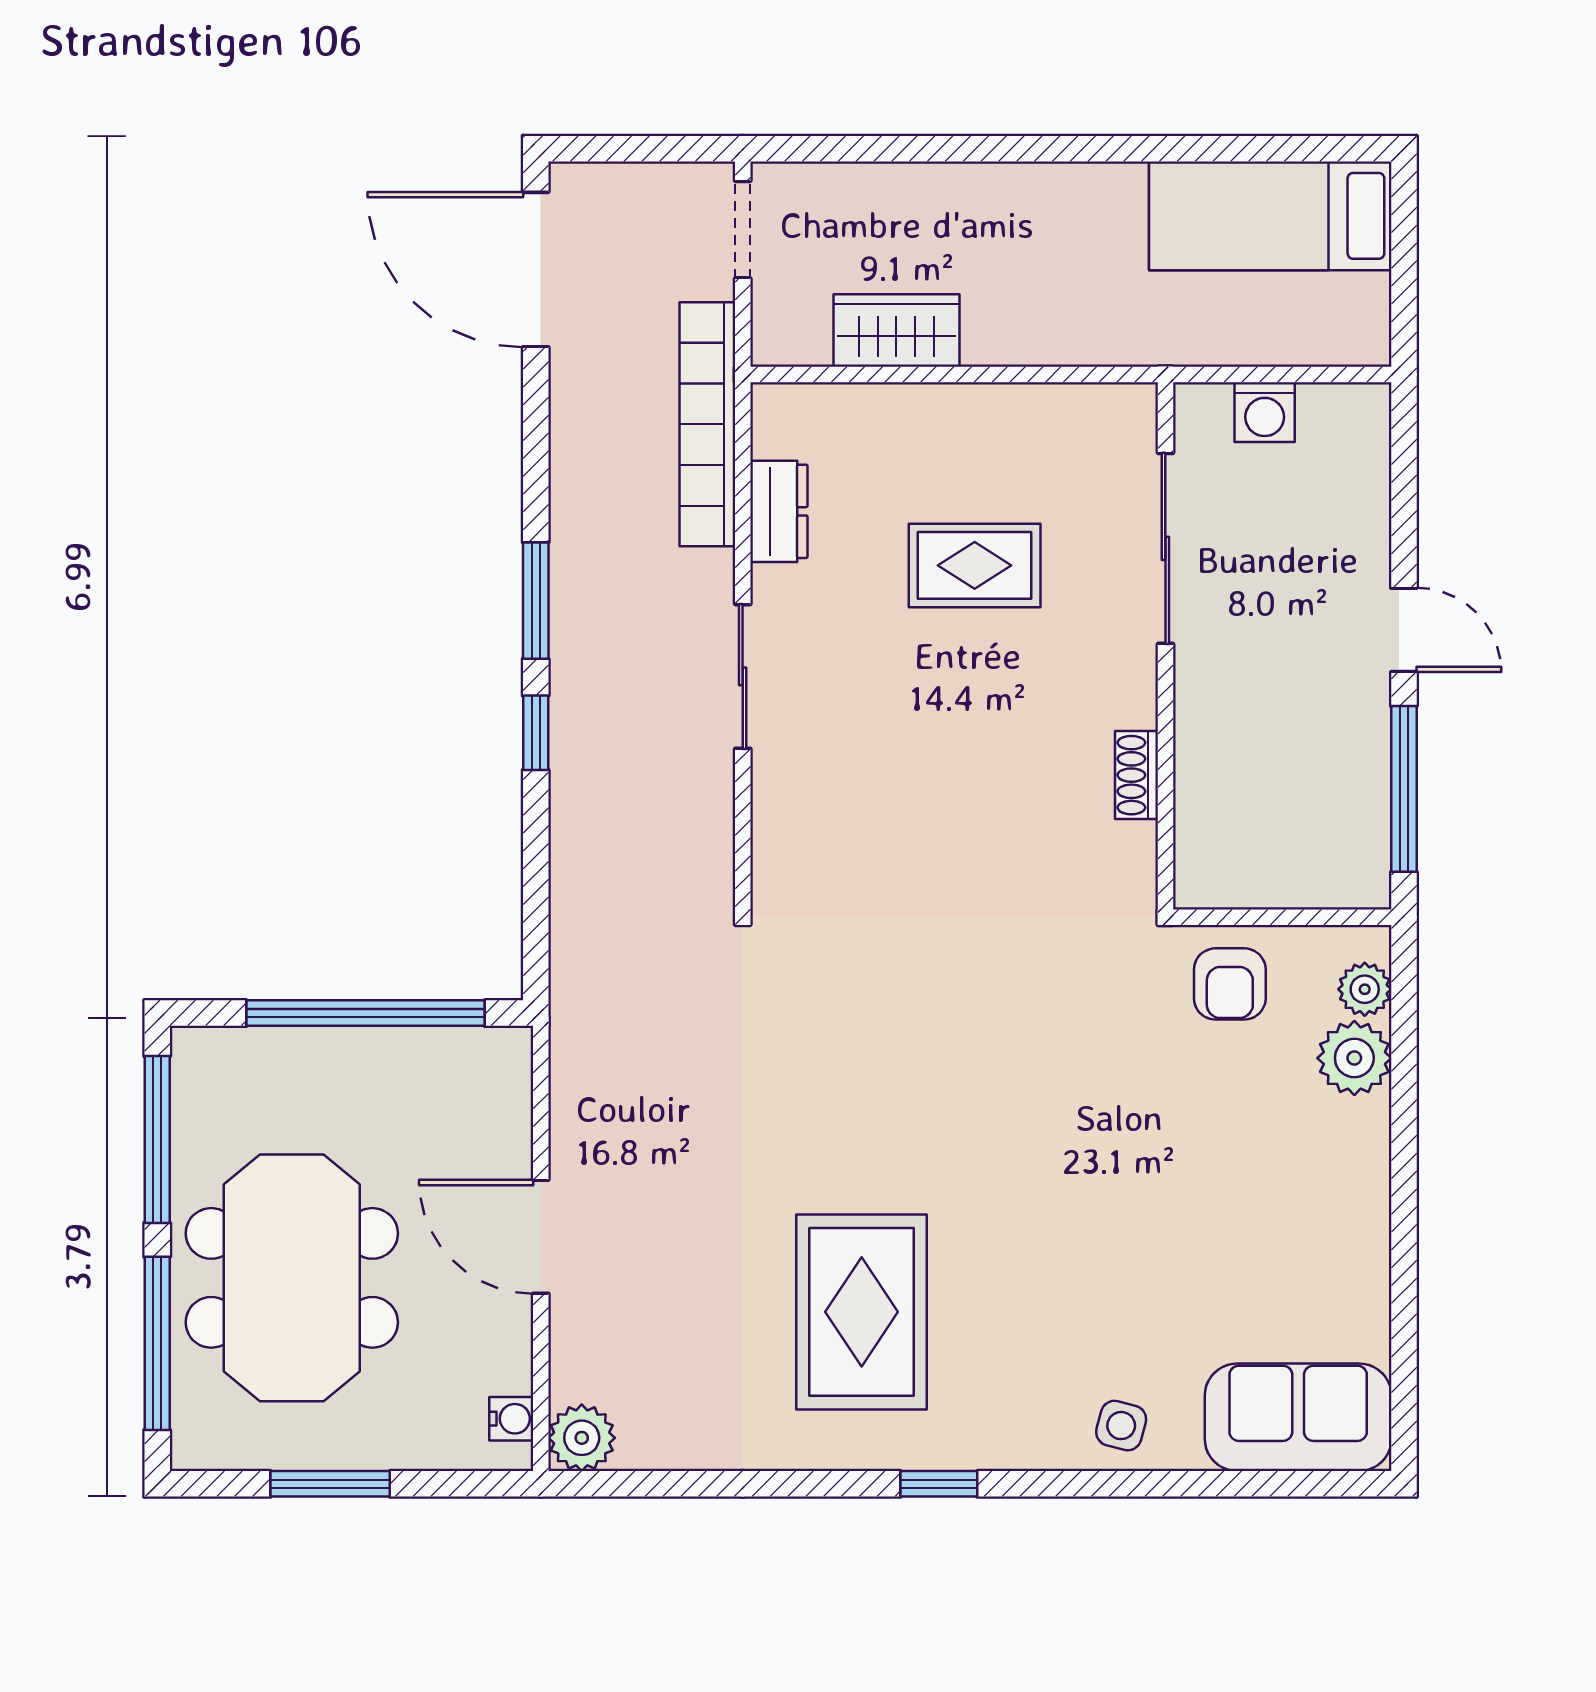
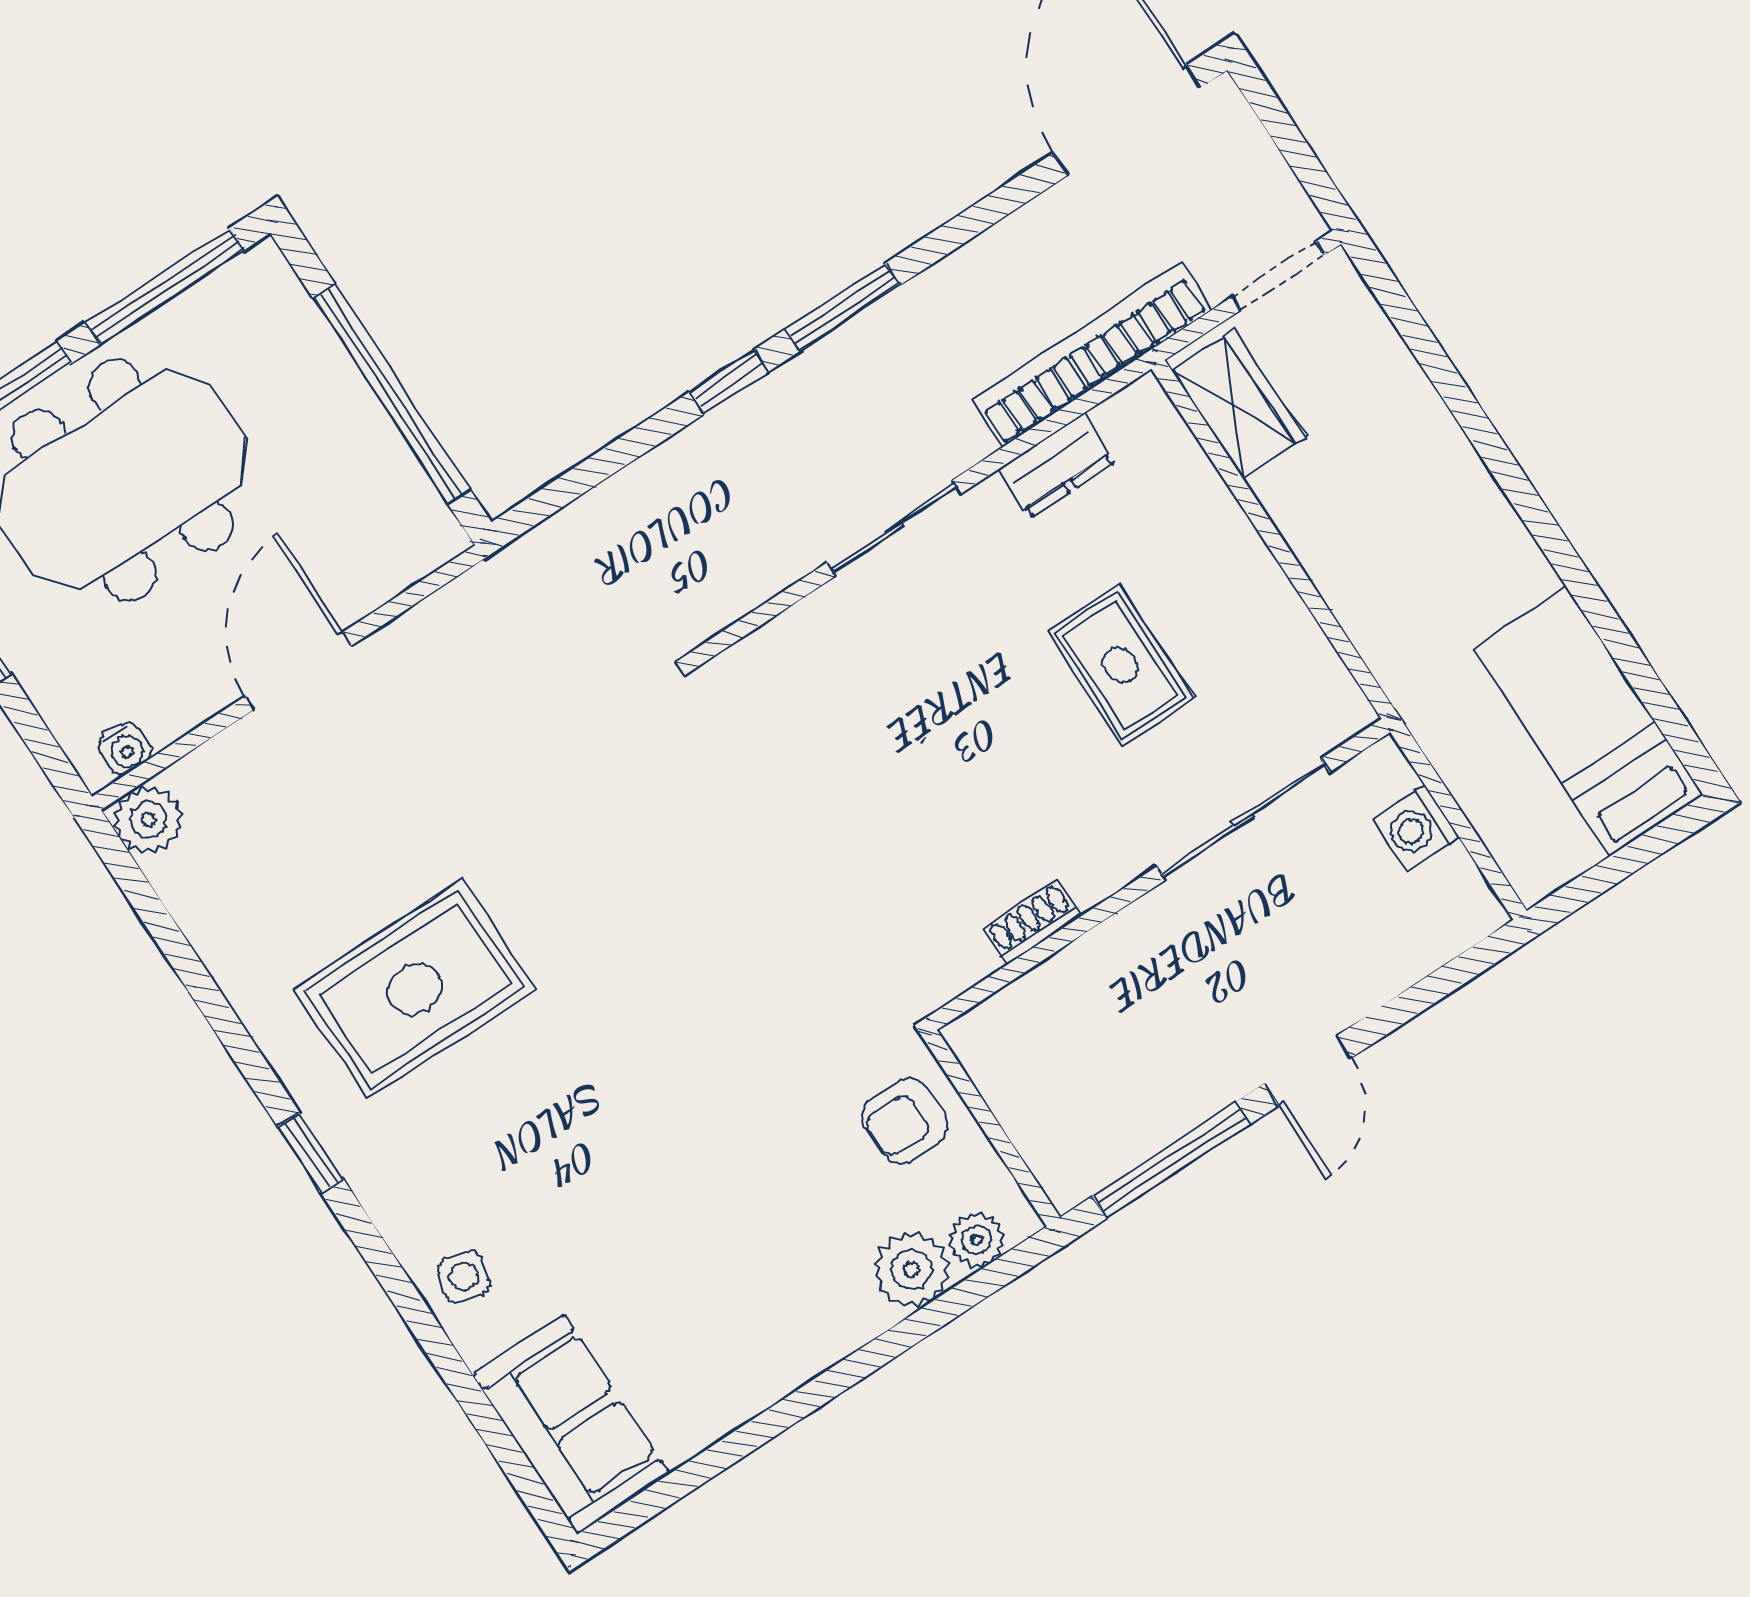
wardrobe: (896, 331) -> (1238, 404), moved

